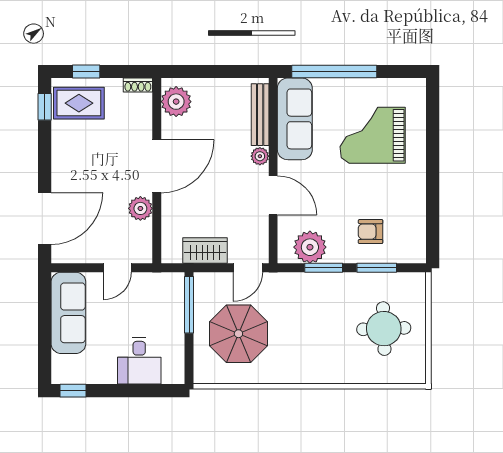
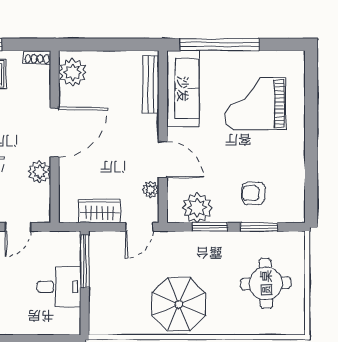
plant: (260, 156) -> (151, 190), moved
parasol: (238, 334) -> (179, 304), moved
desk: (139, 361) -> (59, 287), moved, turned -90

